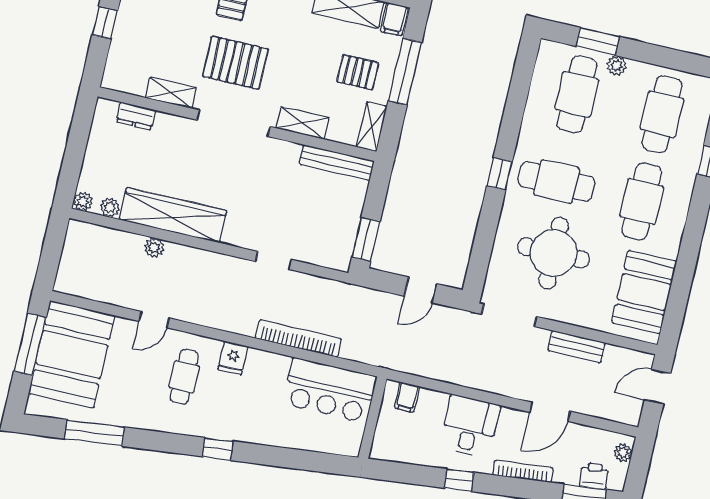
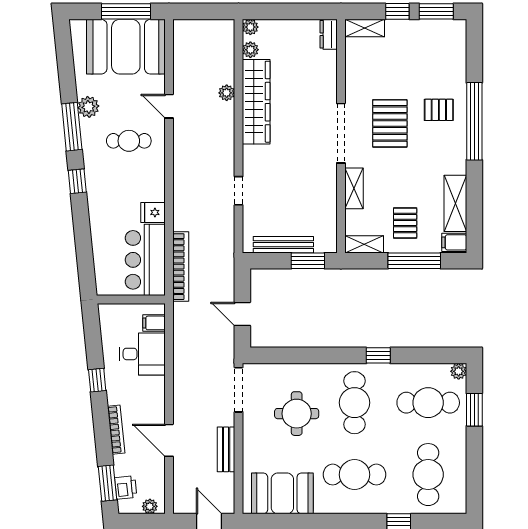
plant: (617, 66) -> (459, 371), moved
shelving: (171, 93) -> (365, 28), moved, turned 90
cafe table: (662, 114) -> (428, 475), turned 90
dresser: (136, 116) -> (329, 34), moved
bench: (337, 163) -> (283, 245), moved, turned 90
window: (499, 174) -> (378, 355), moved
window: (366, 240) -> (308, 261), moved
round table: (554, 253) -> (297, 414), width x0.73, depth x0.73
bookcase: (298, 338) -> (181, 267), moved
fridge: (233, 358) -> (153, 212), moved
plant: (133, 415) -> (88, 107), added
desk: (470, 426) -> (142, 354), moved
window: (95, 433) -> (72, 127), moved

